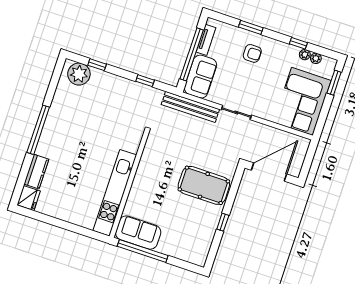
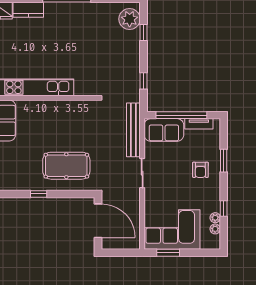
window: (334, 83) -> (168, 253), moved
pool table: (204, 185) -> (66, 166), turned 90

